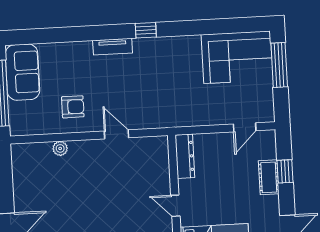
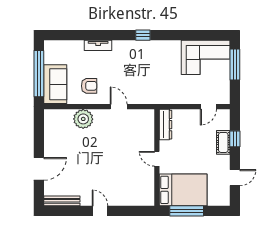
tv unit: (113, 47) -> (98, 45), moved
sofa: (23, 72) -> (55, 84), moved
plant: (60, 148) -> (83, 119), width x1.87, depth x1.87

